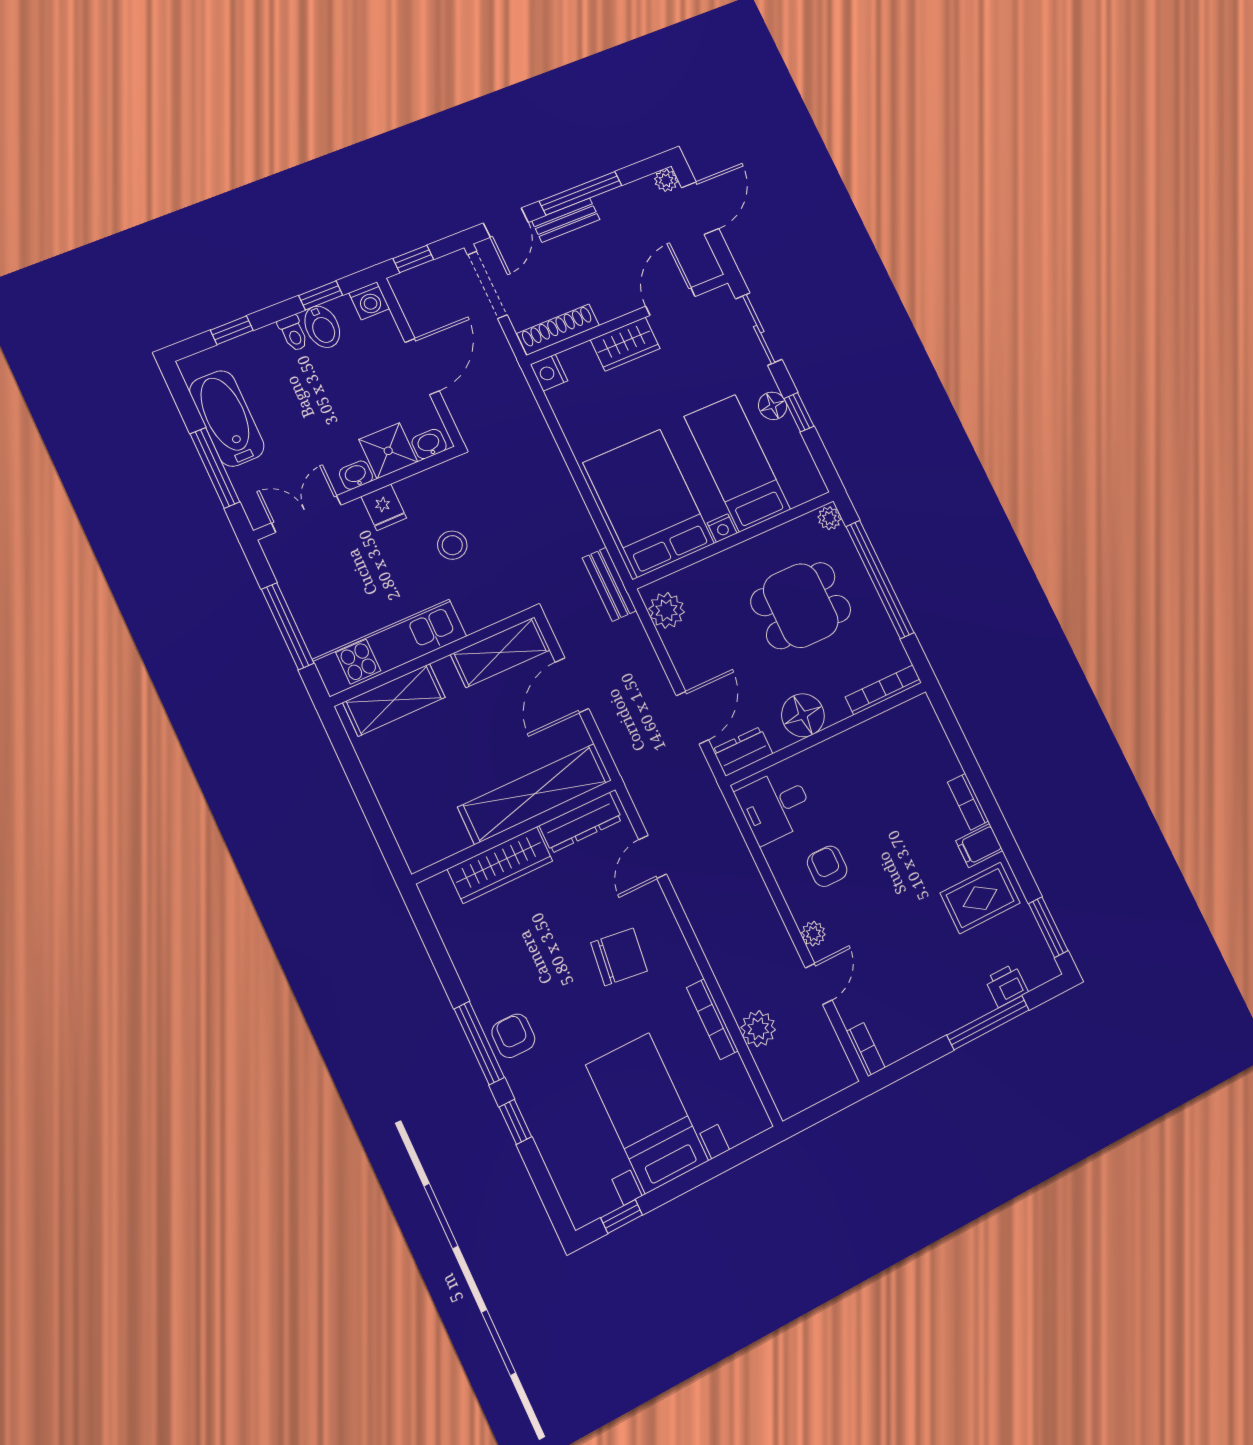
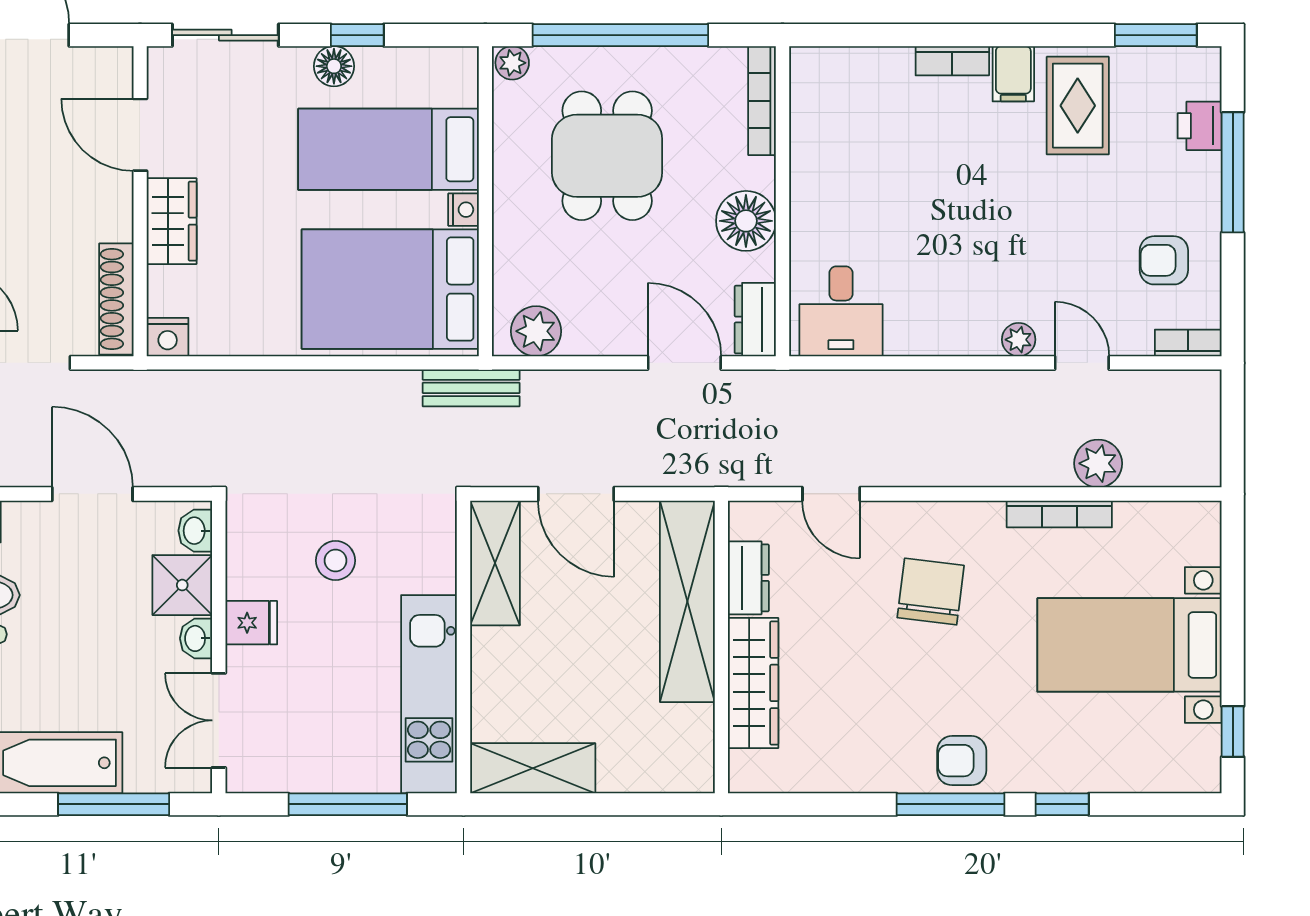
shelving: (394, 700) -> (533, 768), moved, turned 90
dresser: (581, 823) -> (748, 578), width x0.70
armchair: (827, 866) -> (1164, 260), moved

